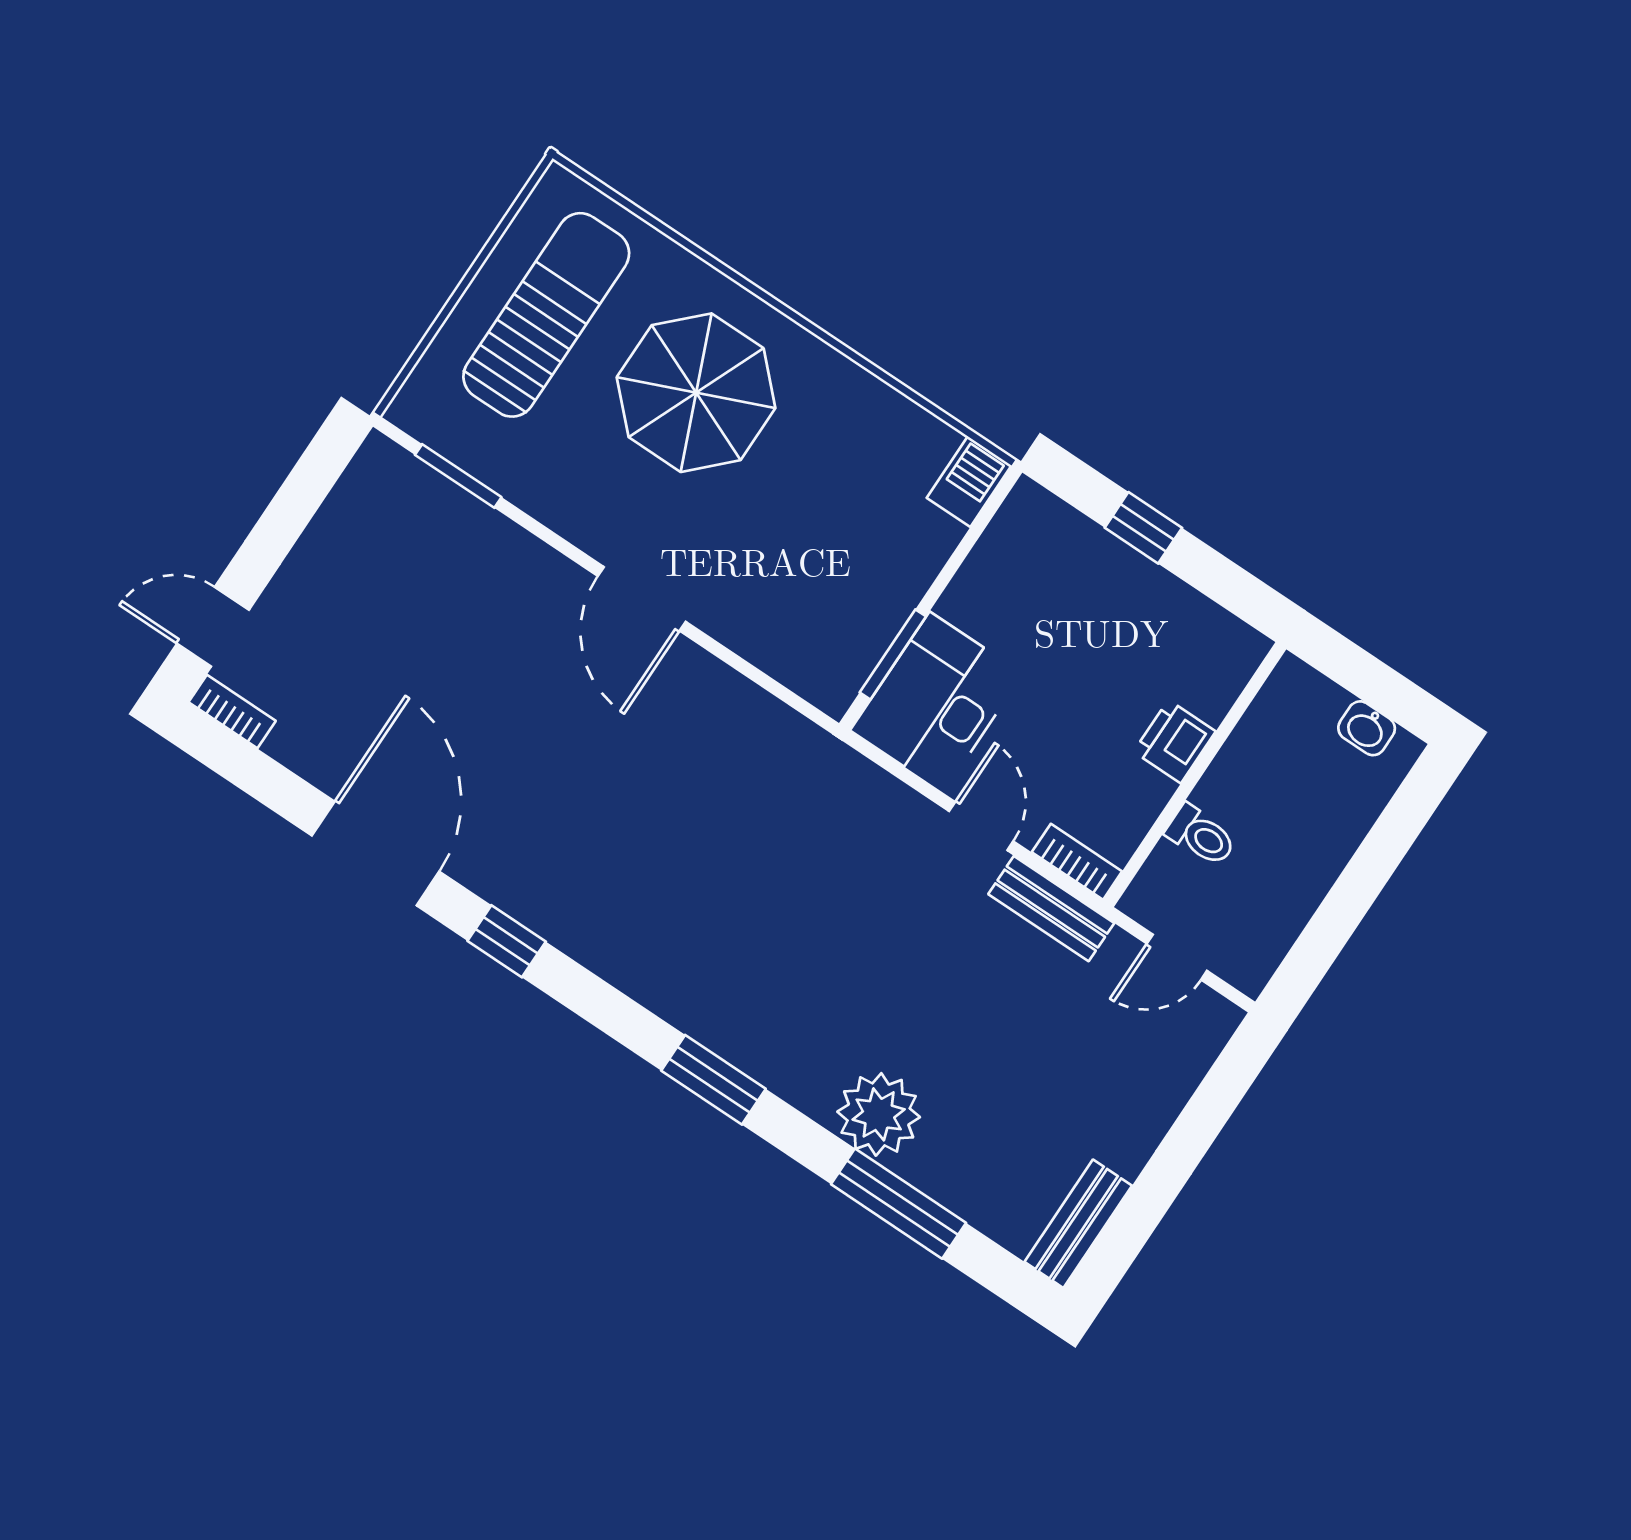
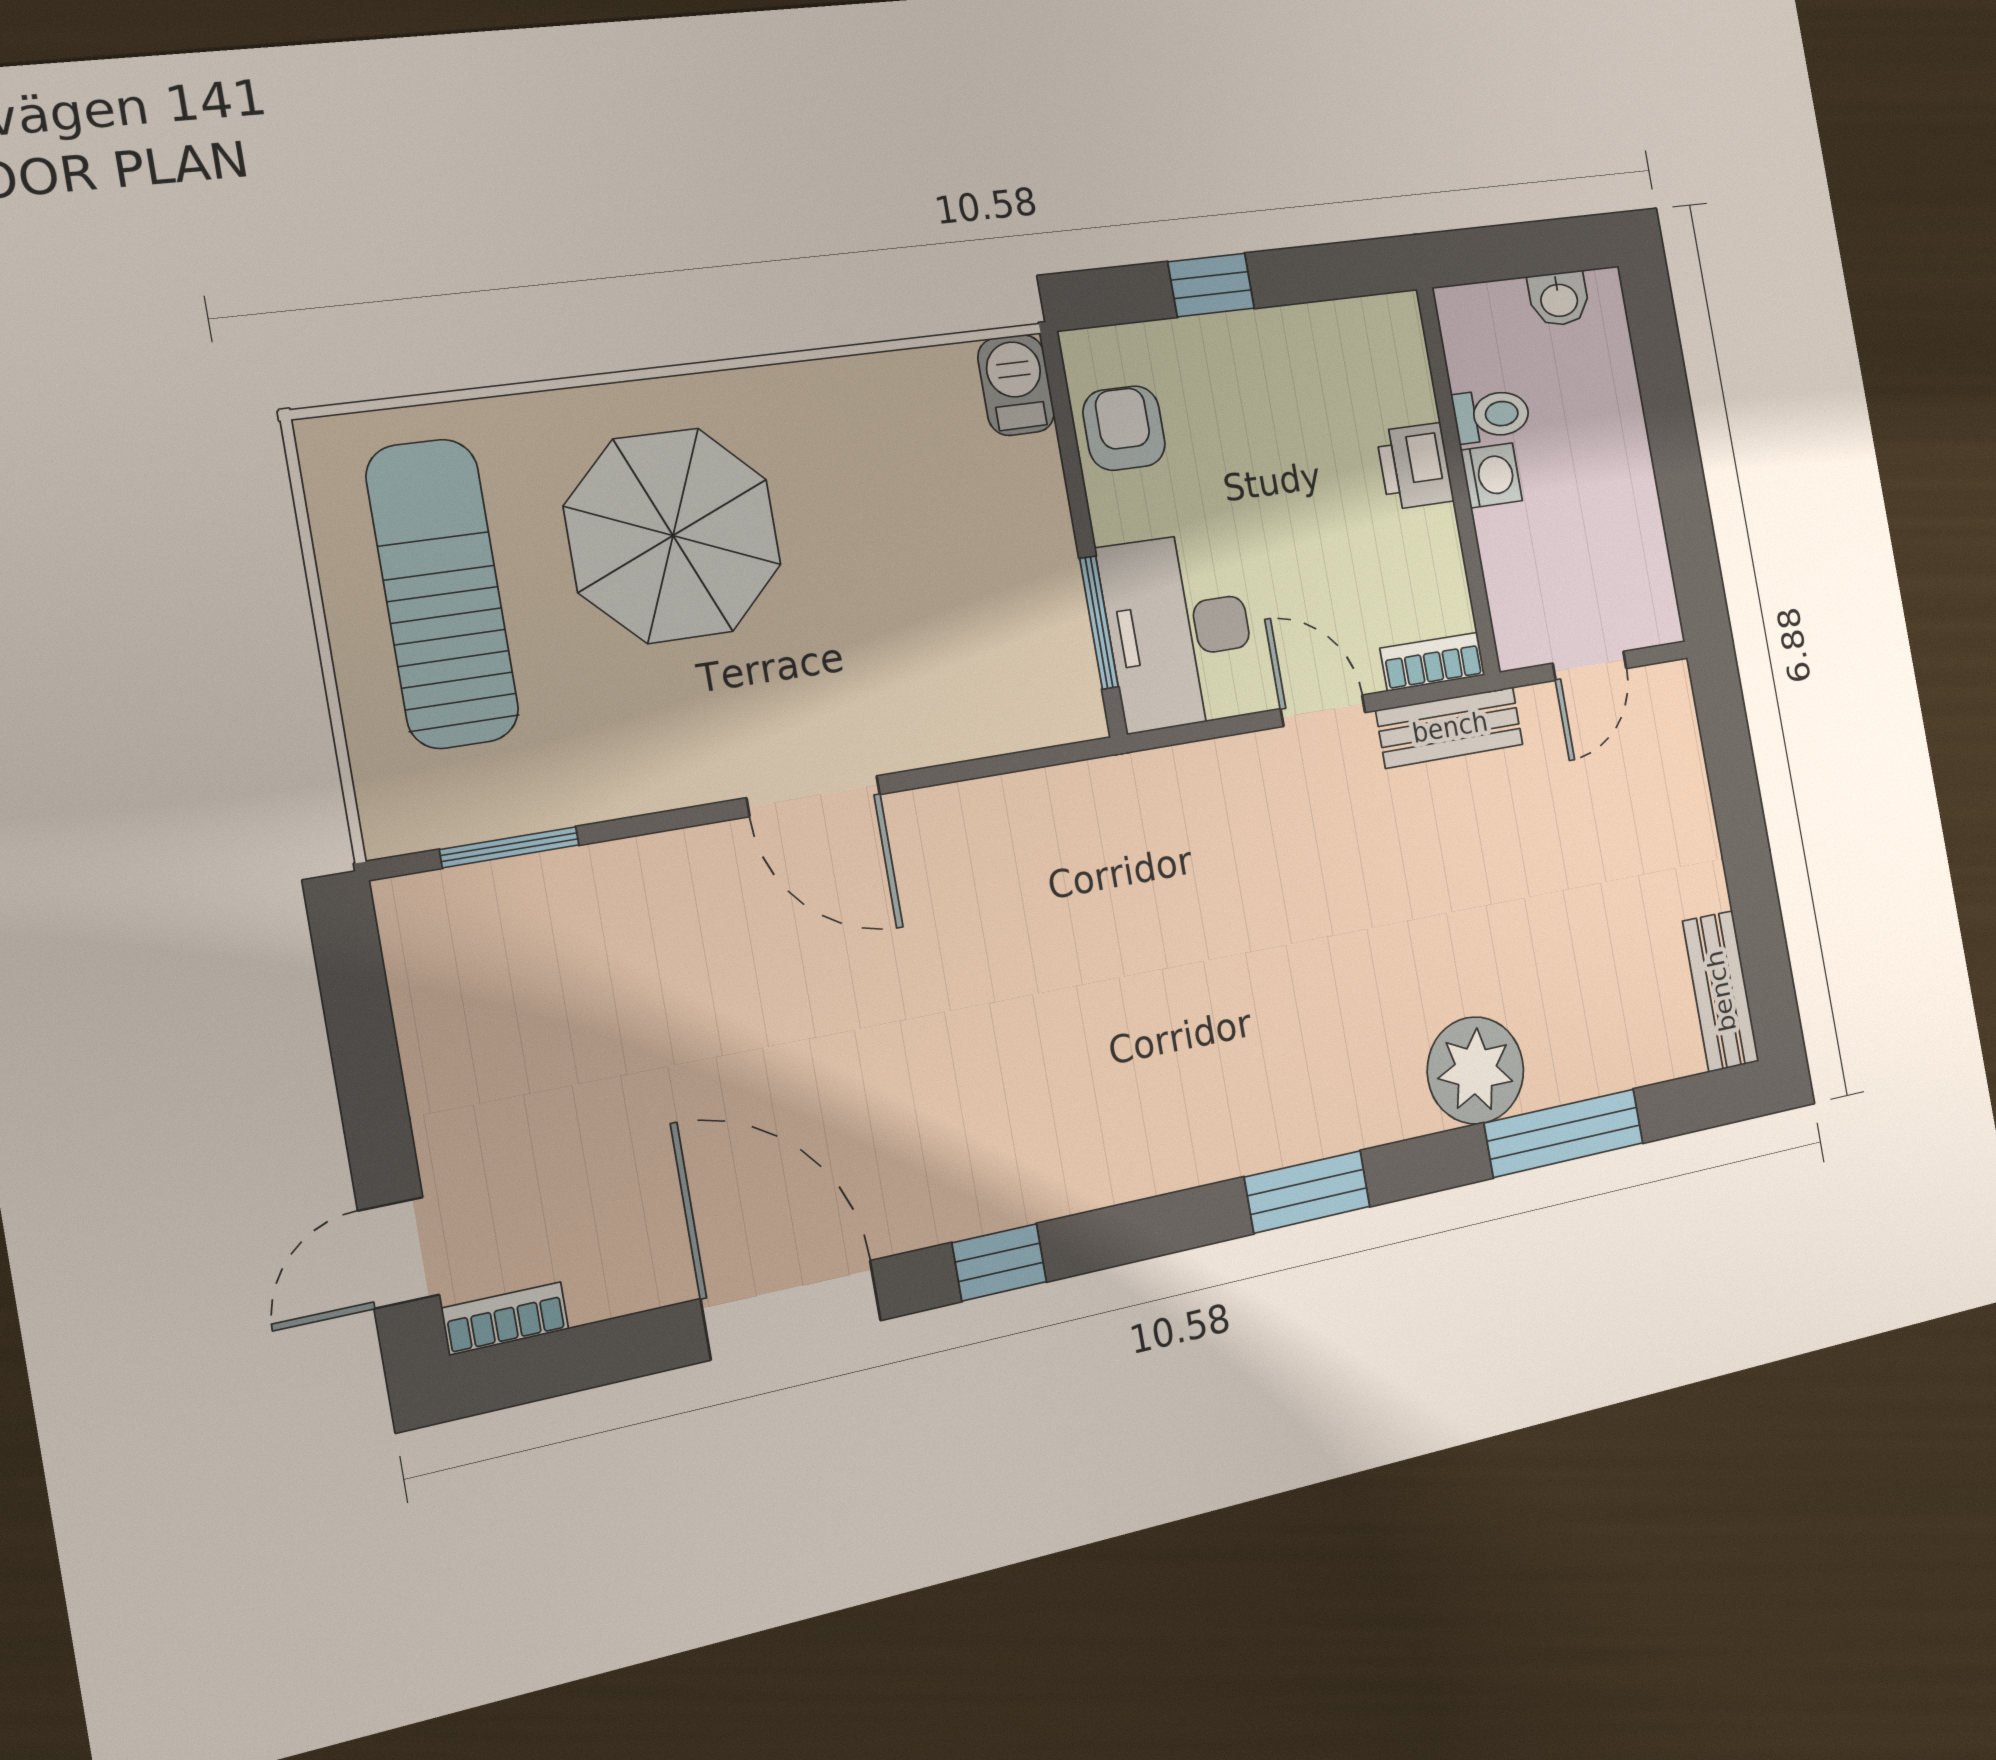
armchair: (1011, 561) -> (1124, 428), added
washing machine: (1220, 791) -> (1491, 475), added
toilet: (1201, 836) -> (1492, 415), moved

